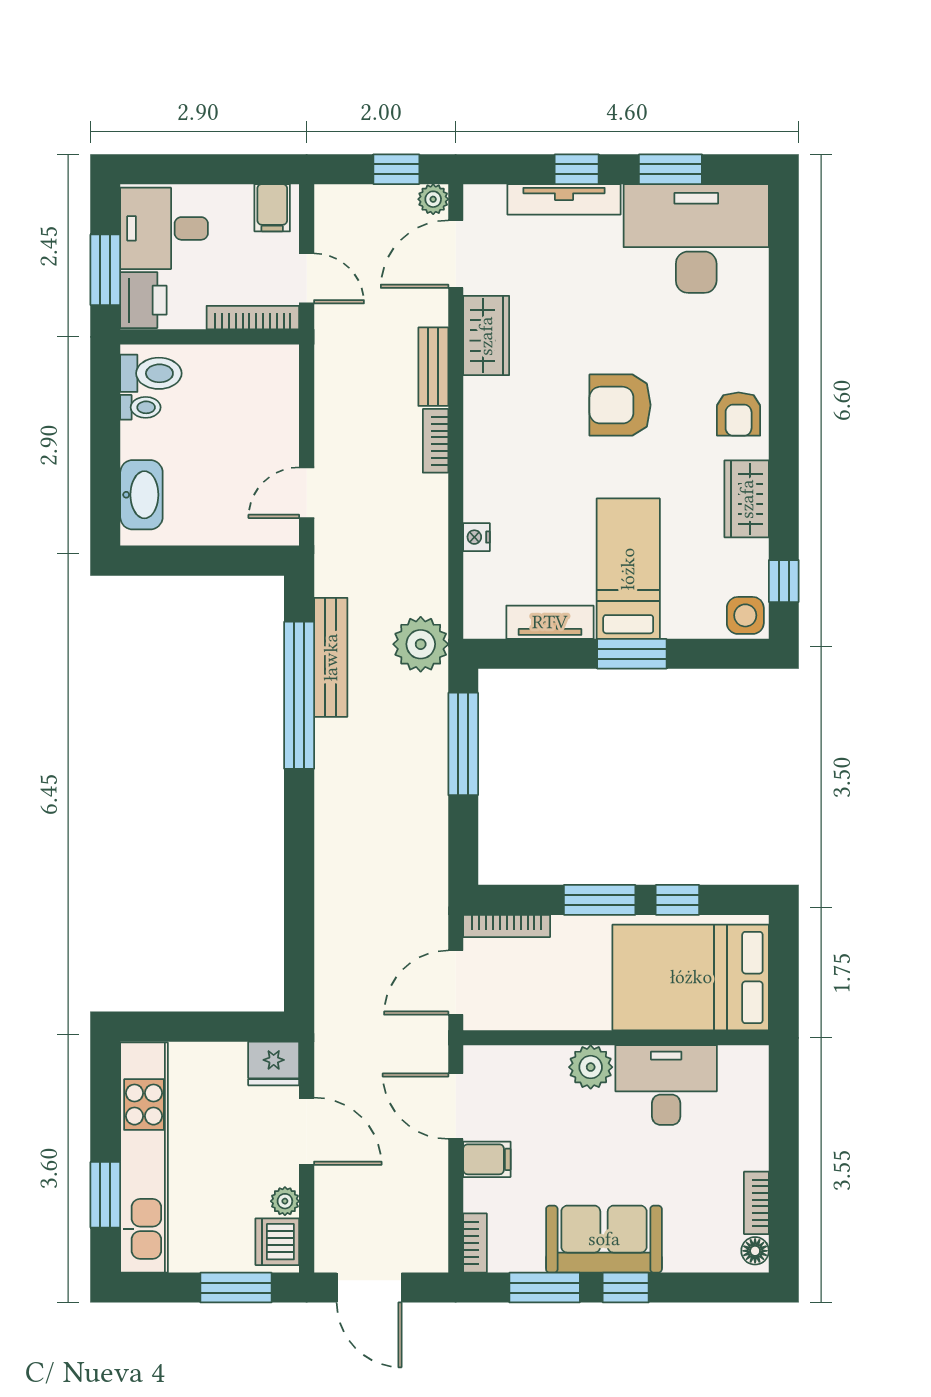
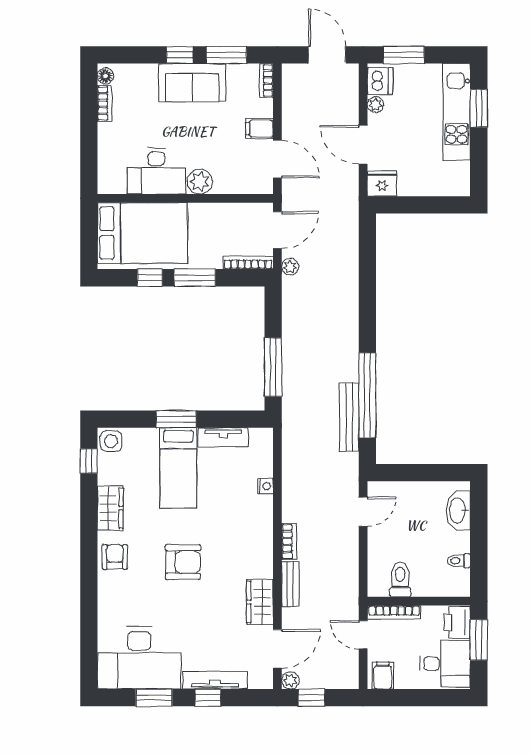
toilet: (151, 373) -> (400, 579), moved, turned 90
plant: (421, 644) -> (290, 267), moved, width x0.53, depth x0.53
kitchen unit: (144, 1158) -> (457, 112), width x0.73

